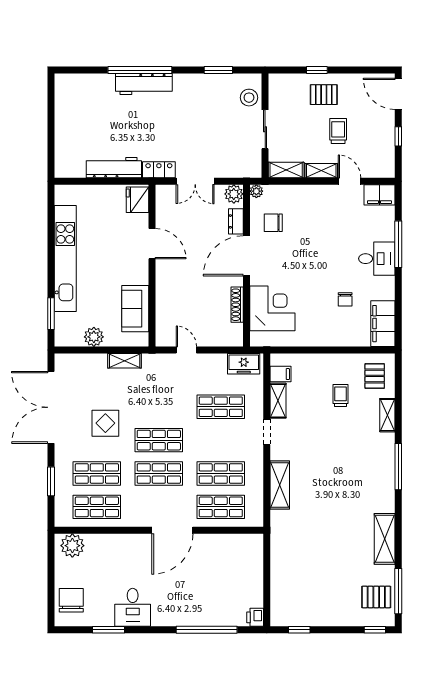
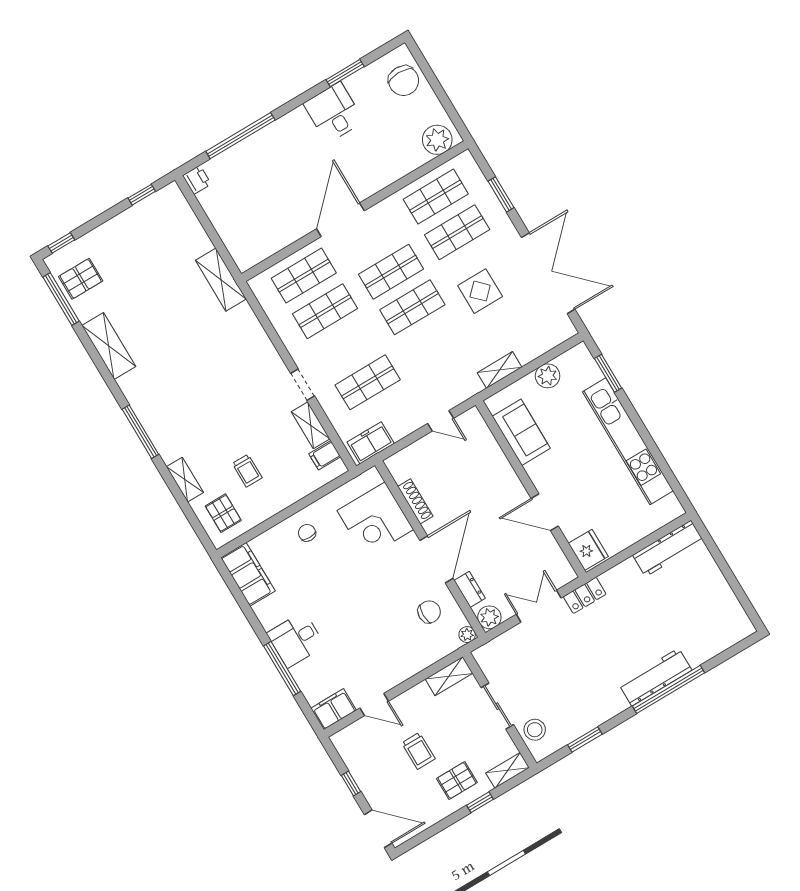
workbench: (114, 168) -> (668, 548), moved
shelving: (321, 171) -> (508, 770), moved
chair: (345, 299) -> (307, 533), moved
shelving: (280, 485) -> (221, 280), moved

